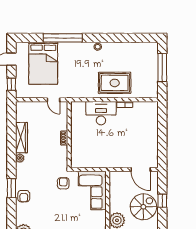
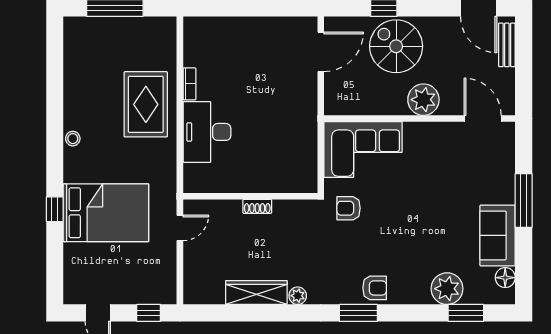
window: (63, 38) -> (55, 209), width x0.32
bed: (43, 63) -> (106, 213), moved

